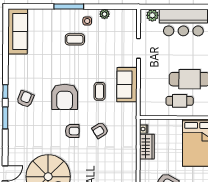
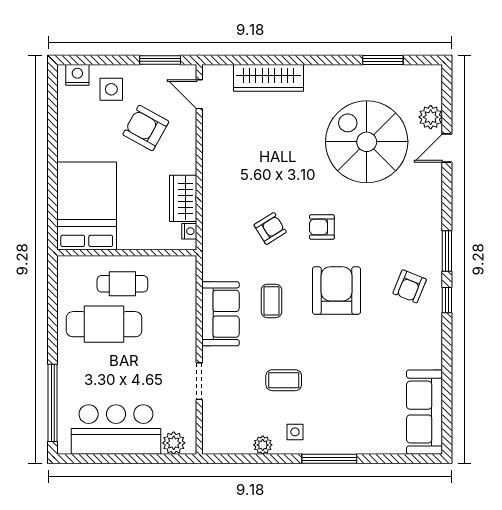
coffee table: (75, 39) -> (284, 380), moved

